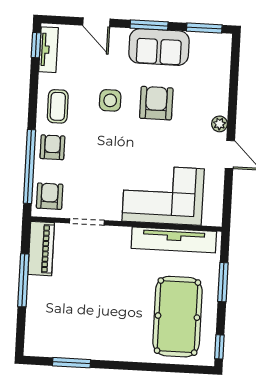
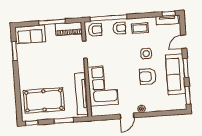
sofa: (159, 47) -> (175, 74), width x1.36
armchair: (156, 103) -> (148, 76), turned 180
sofa: (42, 327) -> (30, 34), added

